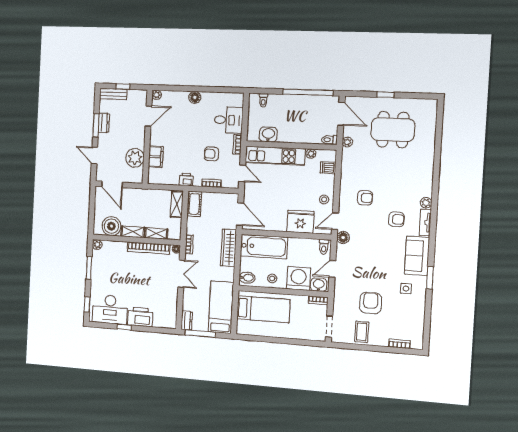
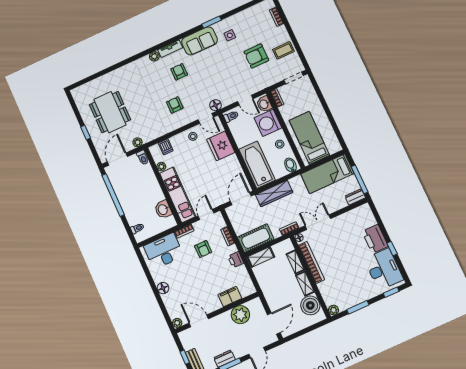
desk: (229, 120) -> (164, 251), width x1.37
cot: (194, 204) -> (256, 238), width x1.37, depth x1.34

